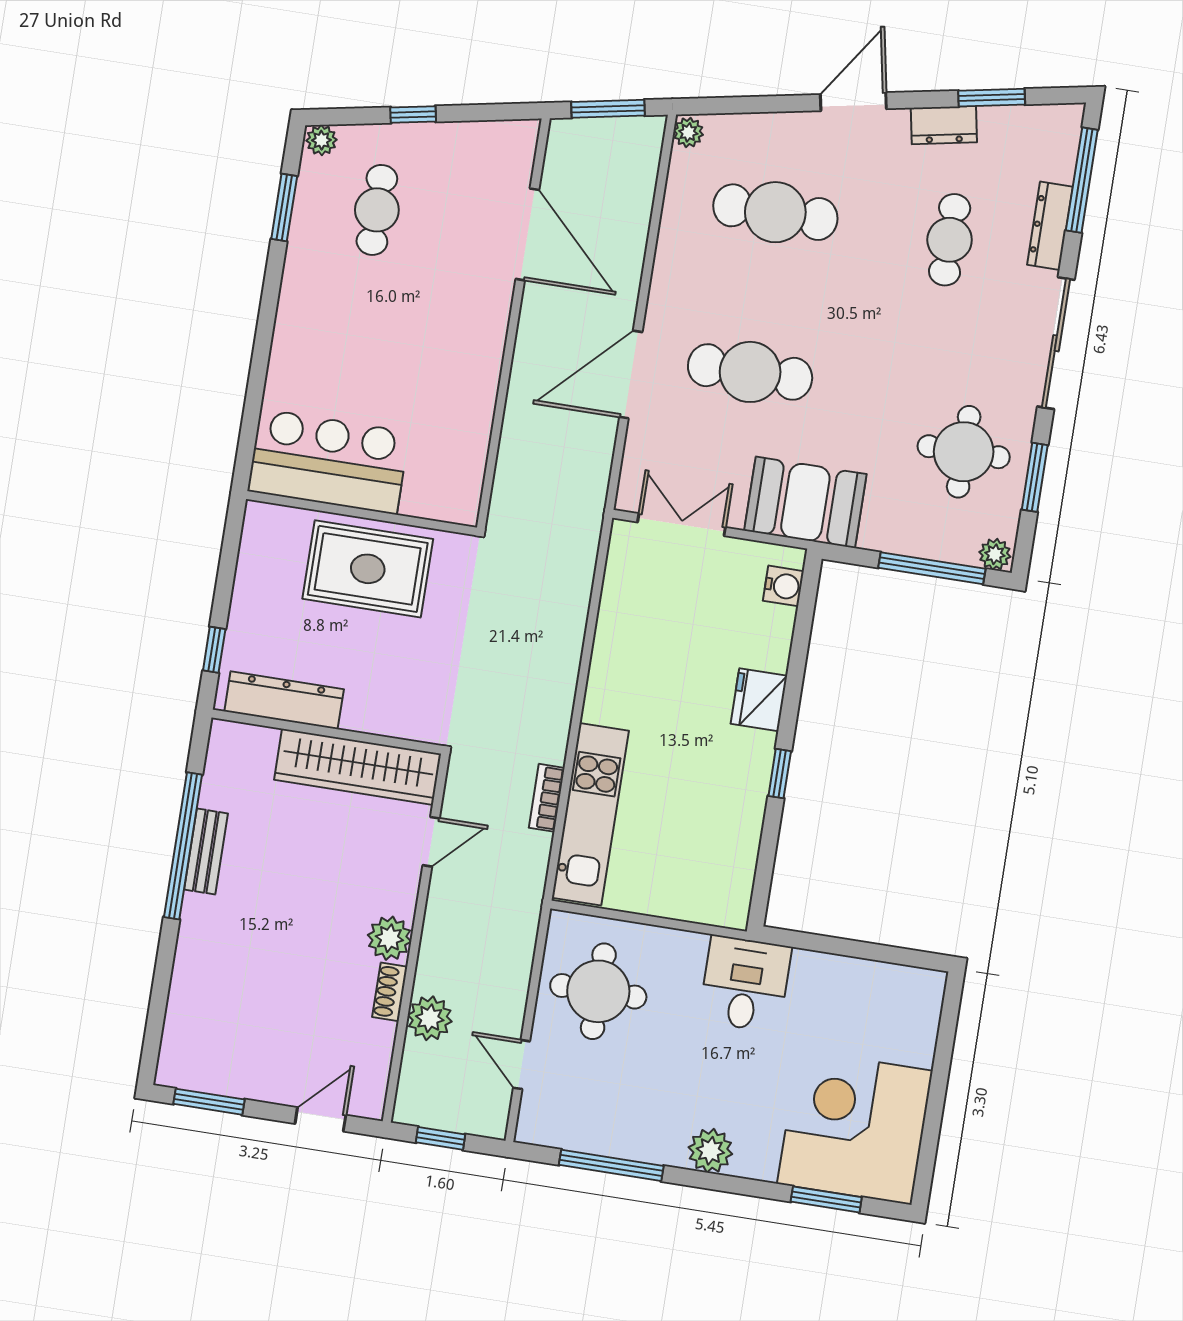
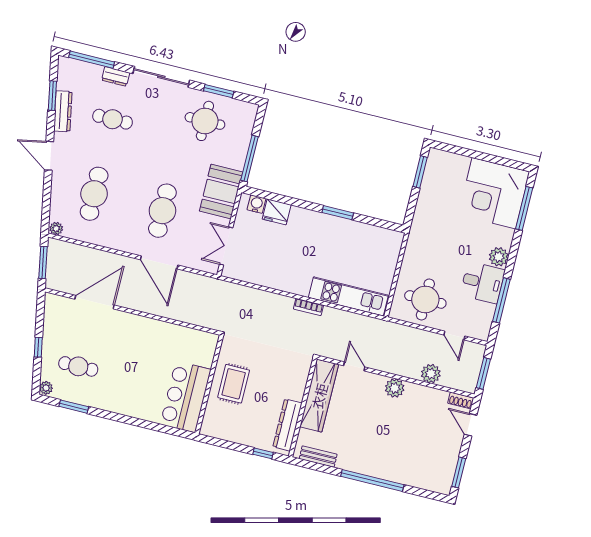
dresser: (944, 125) -> (63, 111), width x1.44
dresser: (1050, 226) -> (116, 76), width x0.70
plant: (995, 554) -> (251, 111), removed
window: (932, 568) -> (250, 158), moved
rug: (368, 569) -> (234, 384), width x0.73, depth x0.70
fridge: (759, 700) -> (277, 212), moved
window: (780, 774) -> (338, 213), width x1.50
bookcase: (547, 798) -> (308, 307), moved
window: (183, 846) -> (372, 480), moved
bench: (206, 851) -> (318, 457), moved
window: (889, 954) -> (420, 172), added
desk: (745, 984) -> (483, 283), moved, turned 180
shoe rack: (390, 992) -> (461, 401), moved
door: (522, 1065) -> (454, 336), hinge flipped
window: (441, 1138) -> (483, 373), width x1.50
window: (826, 1199) -> (524, 208), width x1.44

